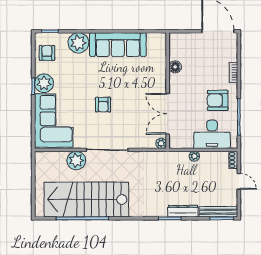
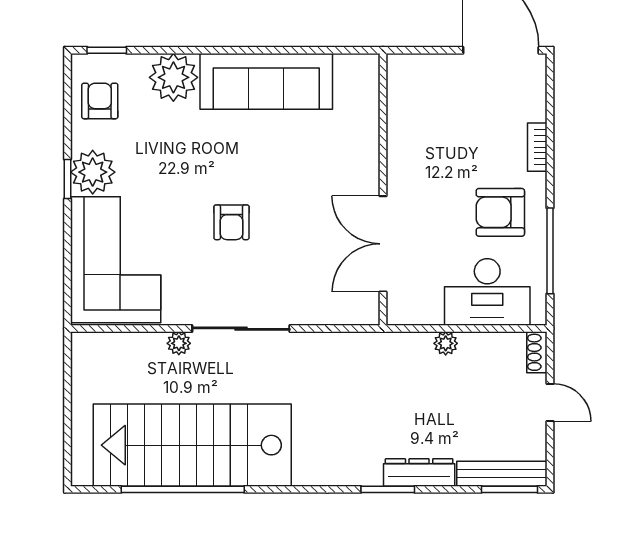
floor lamp: (175, 67) -> (401, 134), removed
plant: (161, 143) -> (368, 313), removed
plant: (76, 160) -> (179, 343), width x0.53, depth x0.53

